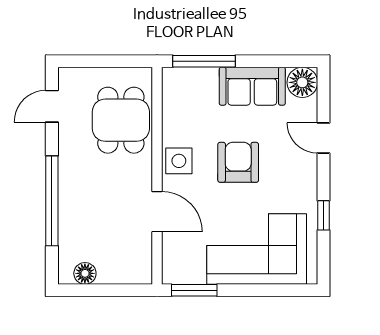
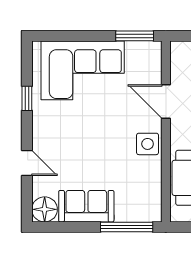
armchair: (238, 162) -> (98, 143), removed

